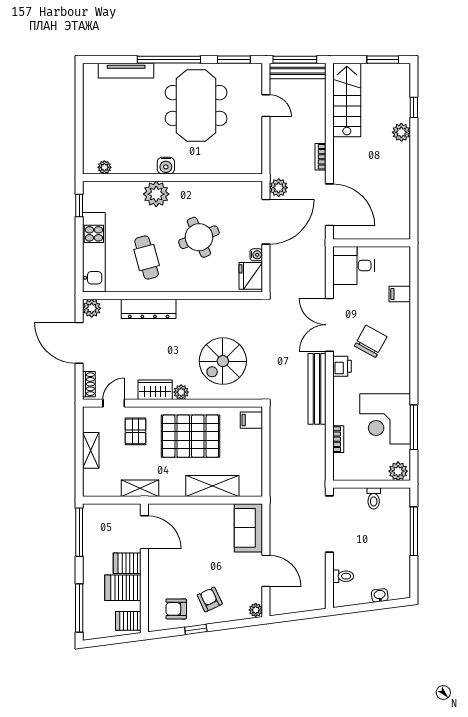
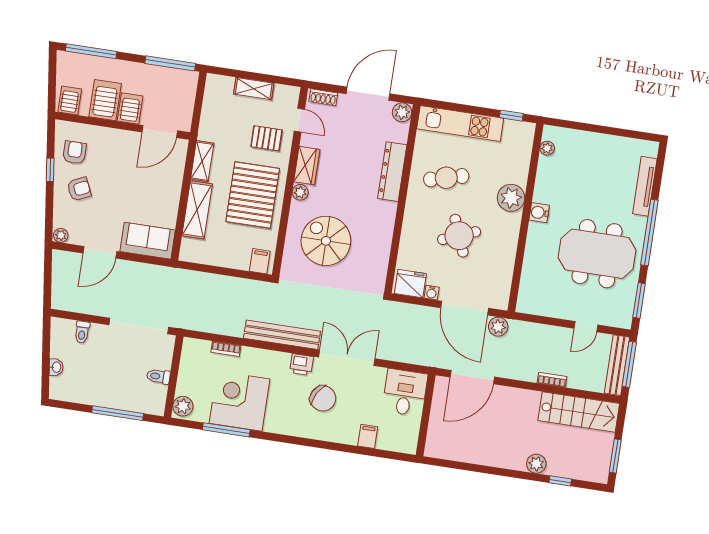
bookcase: (320, 157) -> (552, 380), moved
shelving: (140, 488) -> (202, 161), moved

